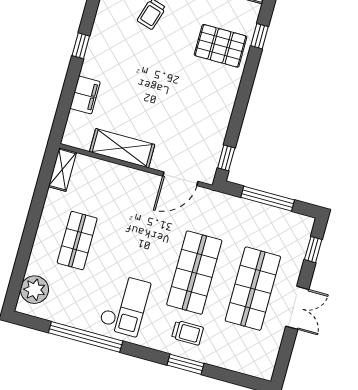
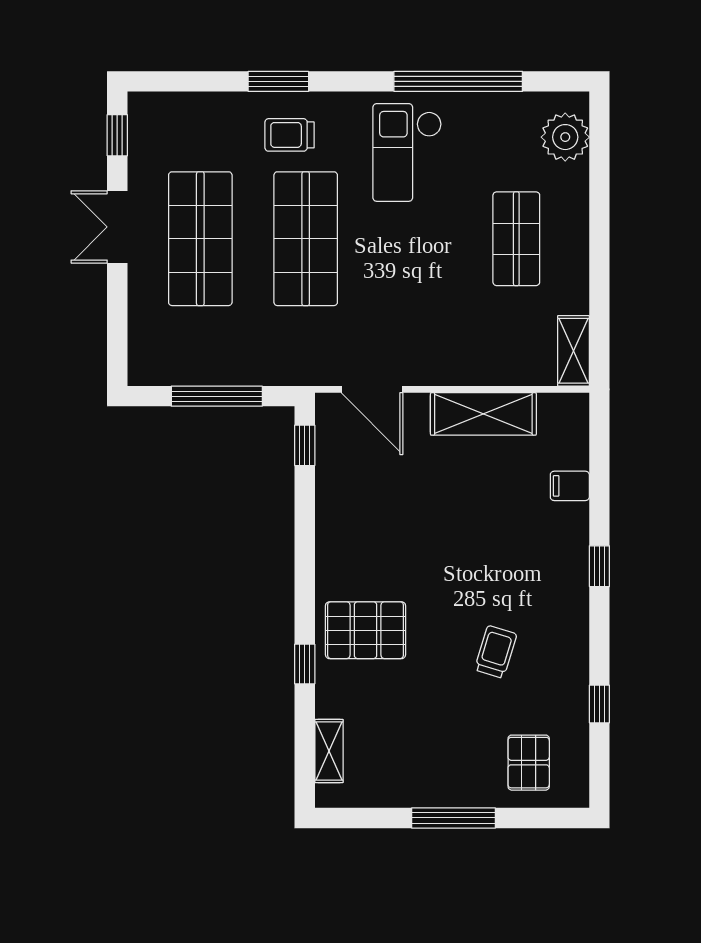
filing cabinet: (85, 95) -> (570, 486), width x0.50
door: (180, 179) -> (372, 389), swing flipped
window: (313, 250) -> (117, 135), moved

